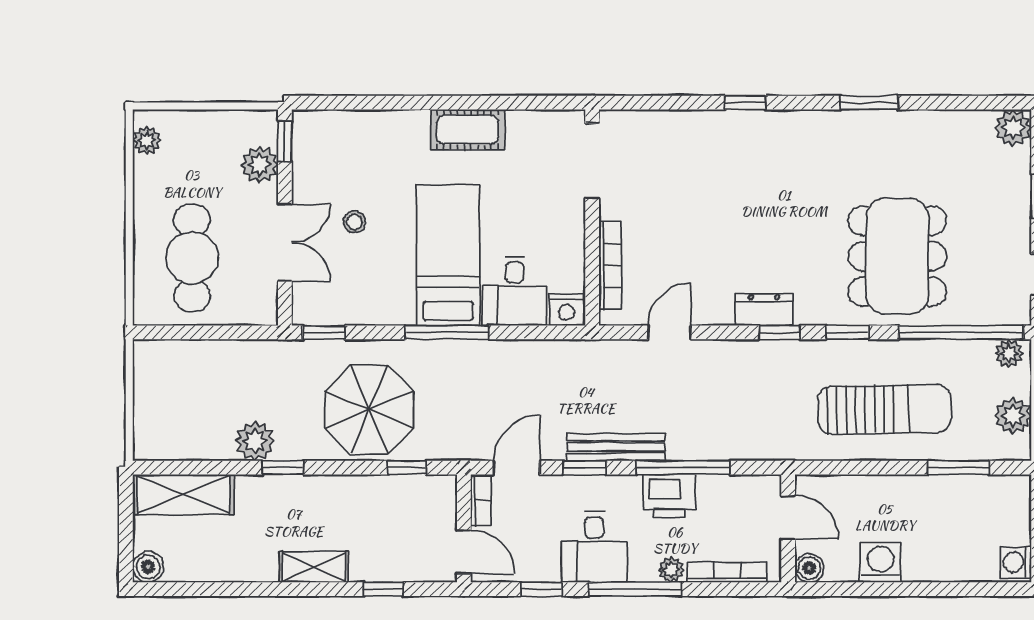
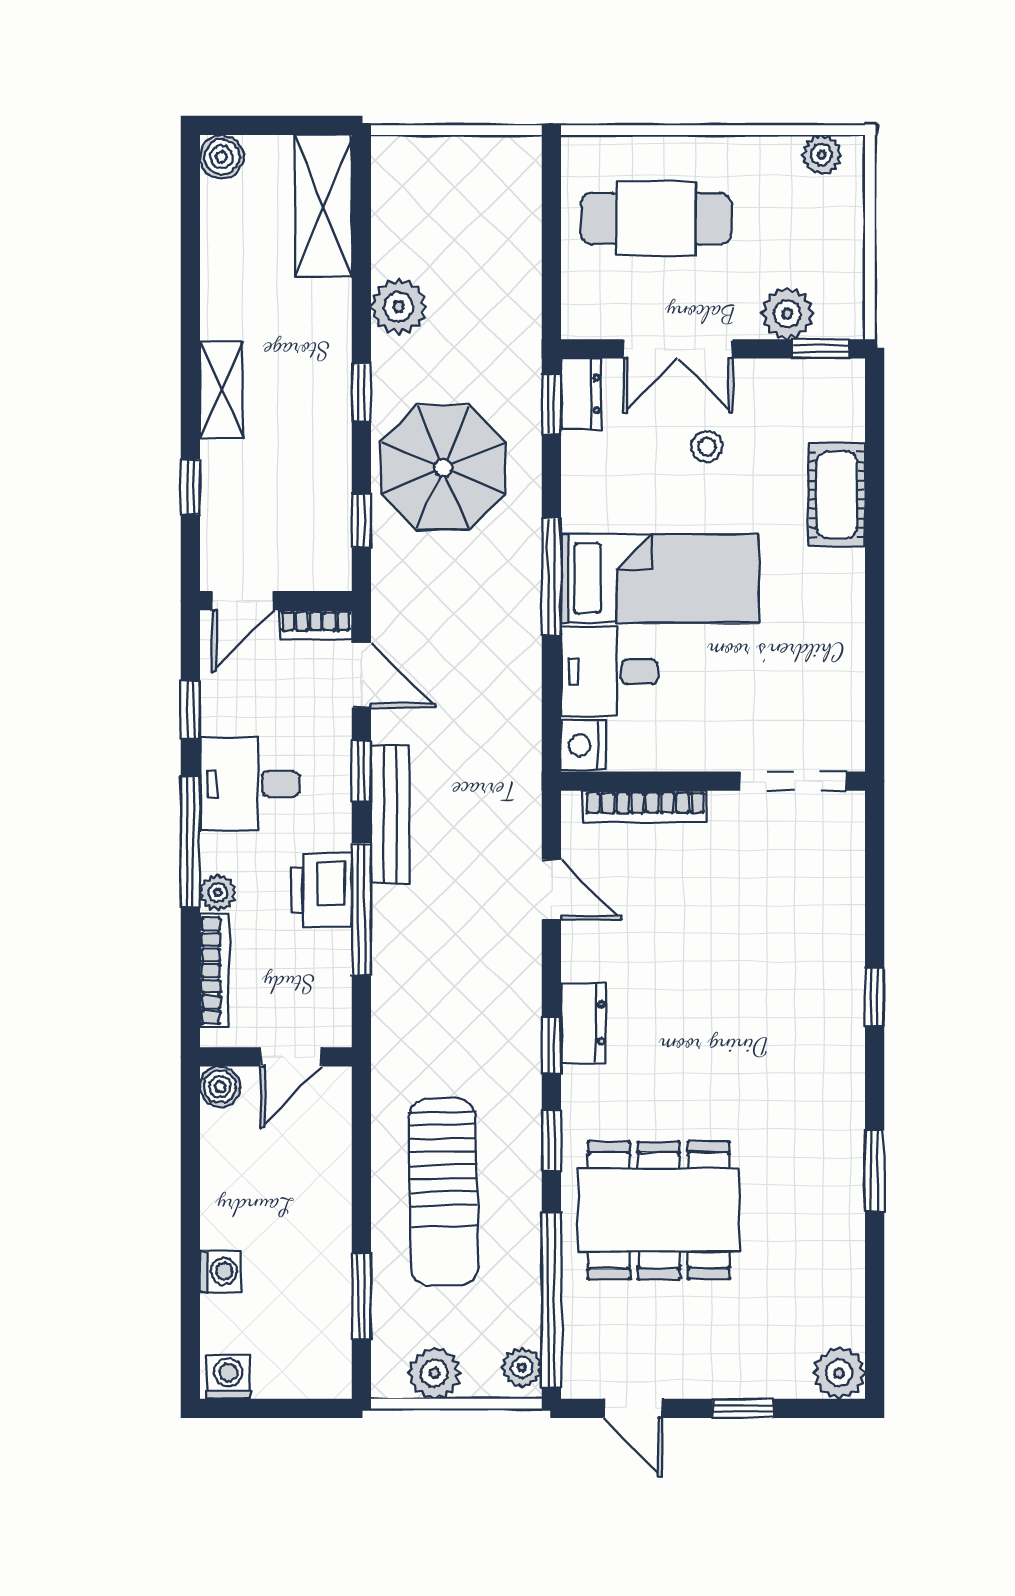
cot: (467, 130) -> (837, 495), moved
dresser: (317, 311) -> (581, 394), added
window: (283, 468) -> (361, 393), moved
washing machine: (881, 562) -> (220, 1271), moved, width x0.73, depth x0.73

